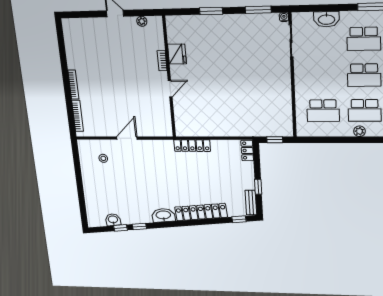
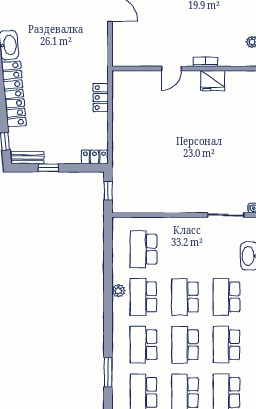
door: (170, 89) -> (171, 68), hinge flipped
locker: (192, 146) -> (101, 98), width x0.66

